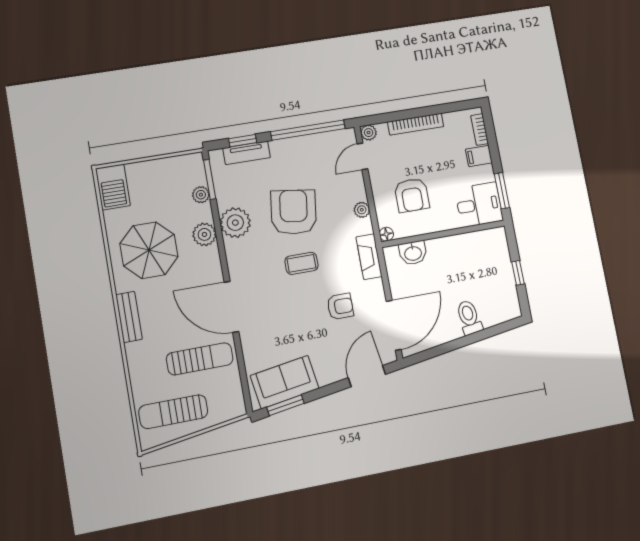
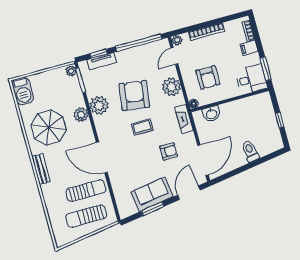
plant: (201, 195) -> (71, 71), moved
plant: (362, 210) -> (171, 87), width x1.87, depth x1.87
sofa: (285, 382) -> (152, 194), moved
window: (285, 405) -> (153, 209), moved
sun lounger: (173, 412) -> (86, 216), moved

